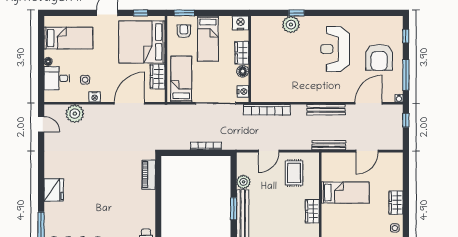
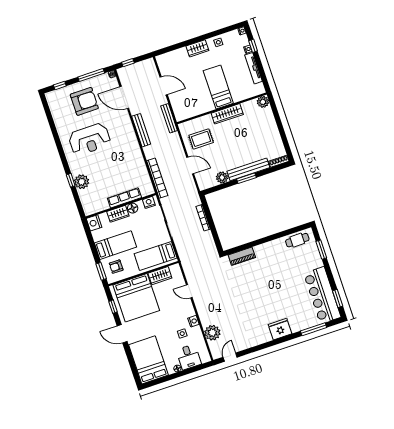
bed: (68, 38) -> (149, 360), width x1.50
row of seats: (257, 66) -> (124, 198), added
door: (129, 103) -> (189, 291), width x0.53
bed: (345, 193) -> (218, 87), moved
wardrobe: (312, 211) -> (227, 114), width x1.50

